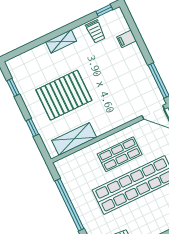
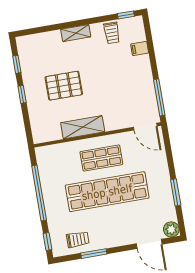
pallet: (64, 95) -> (64, 86), width x0.73, depth x0.71
window: (32, 127) -> (22, 94), moved
shelving: (74, 139) -> (83, 127), moved

